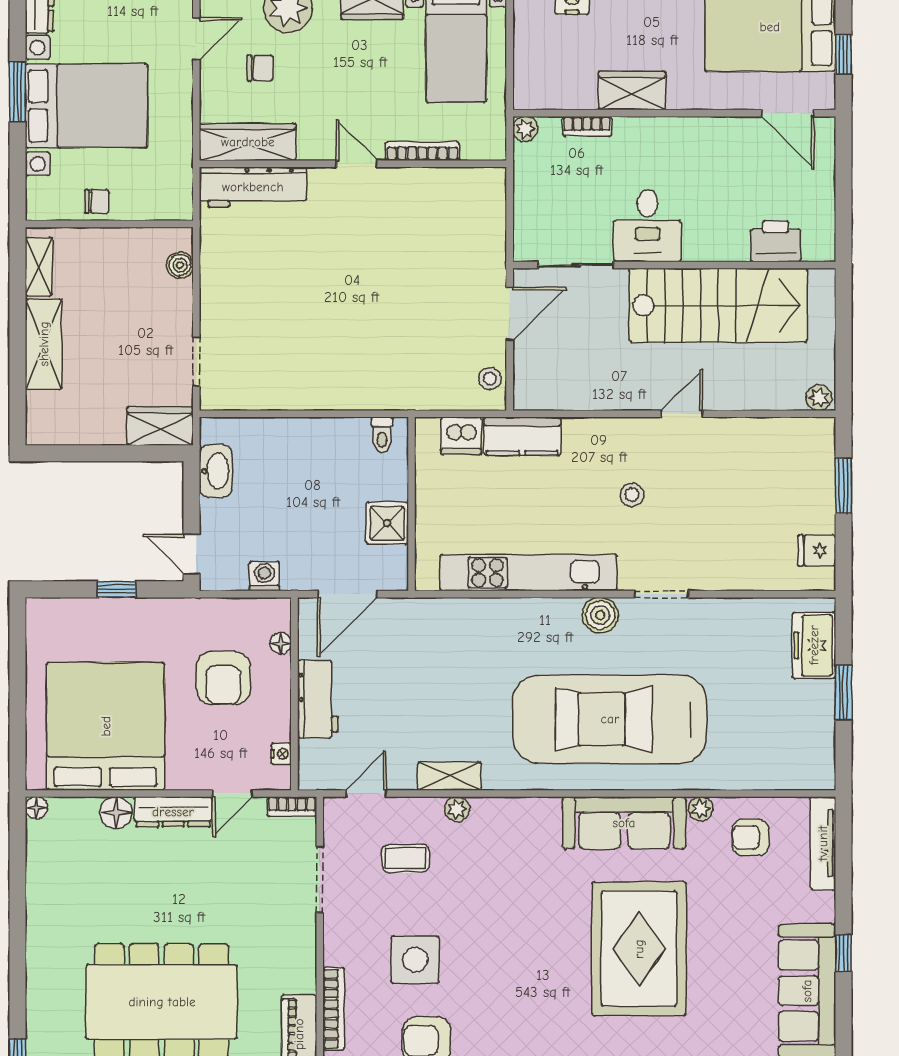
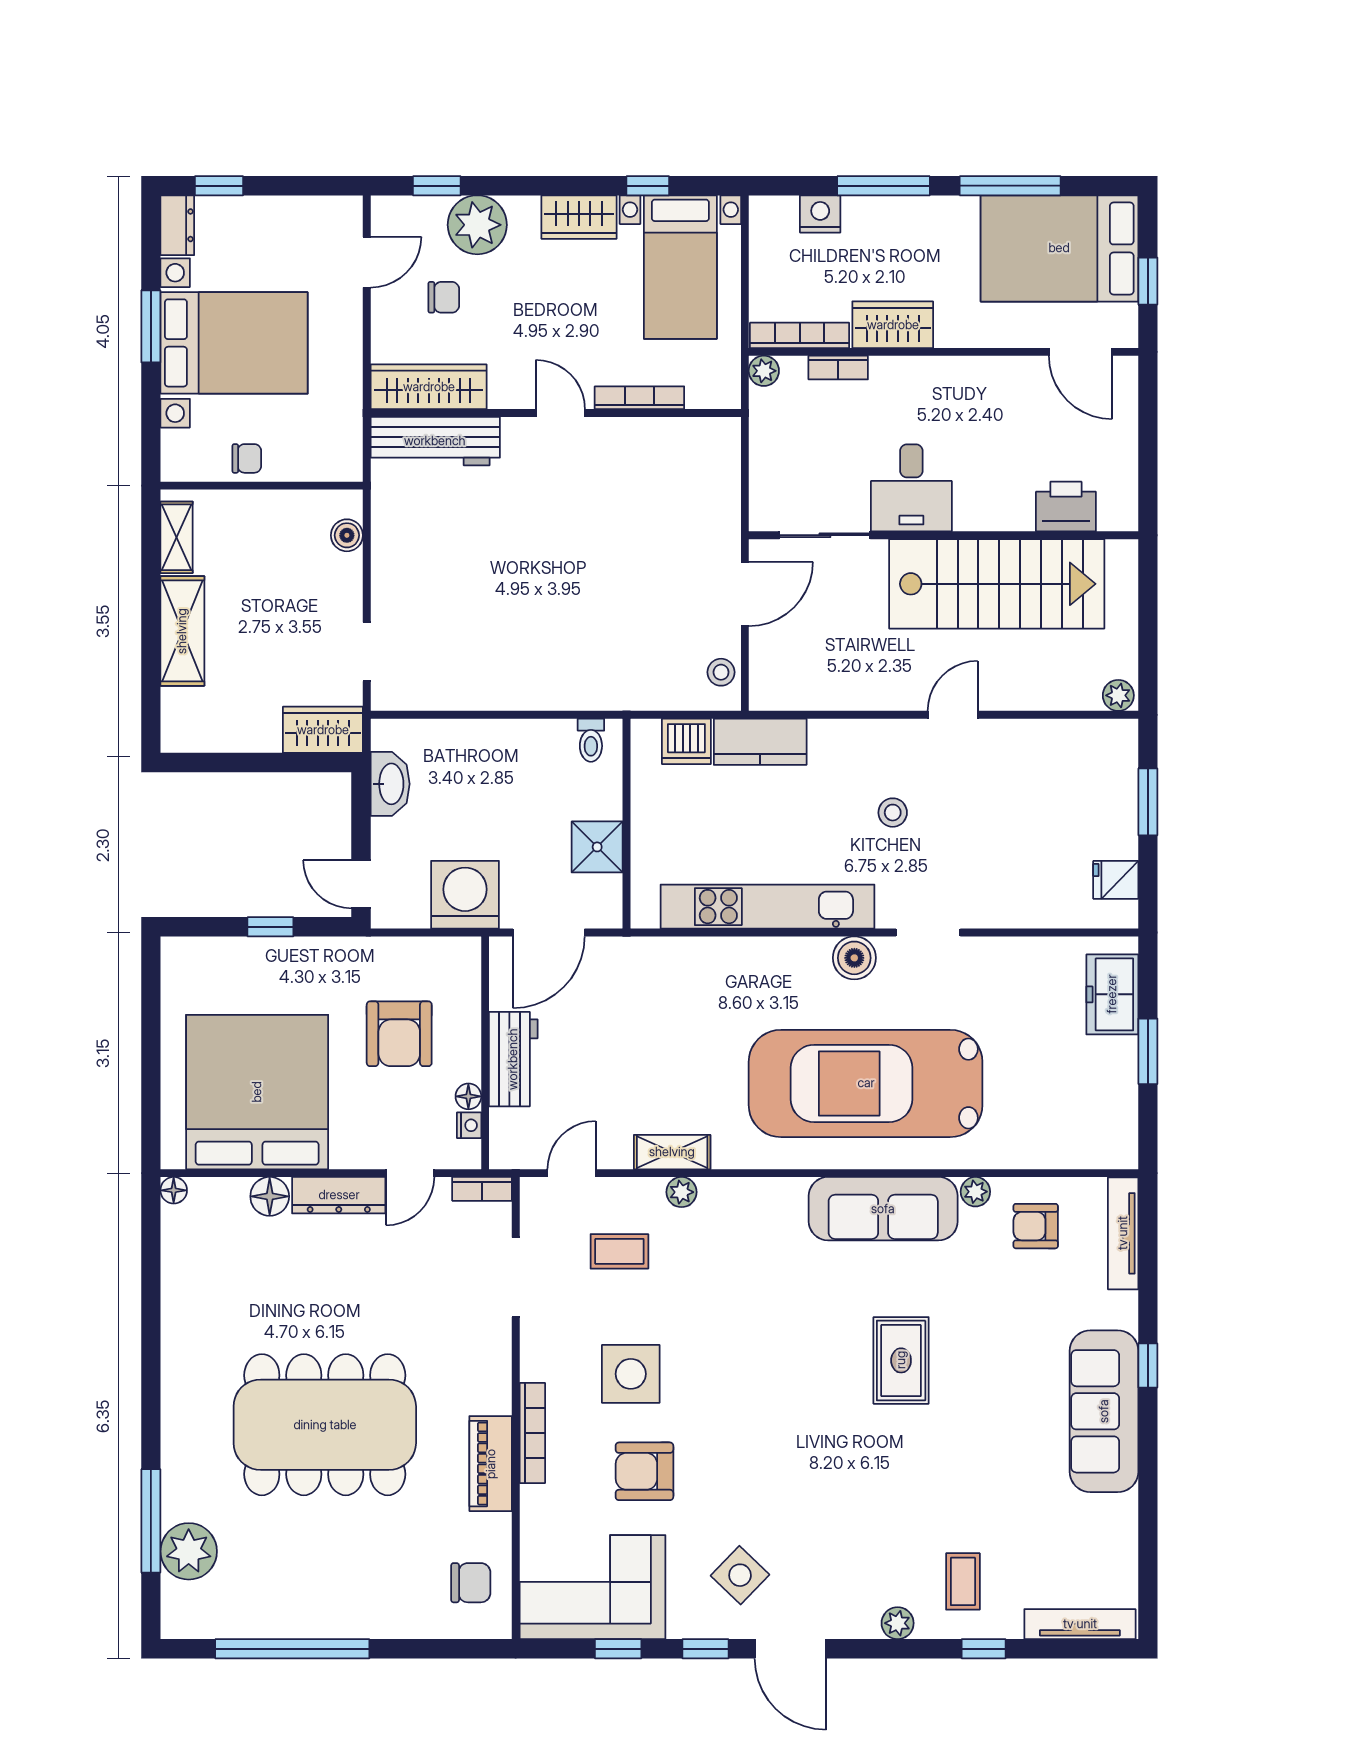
bookcase: (555, 99) -> (800, 335), added
washing machine: (264, 576) -> (465, 895), width x1.89, depth x1.89
floor lamp: (281, 643) -> (468, 1096), moved
rug: (639, 949) -> (901, 1360), width x0.54, depth x0.49

